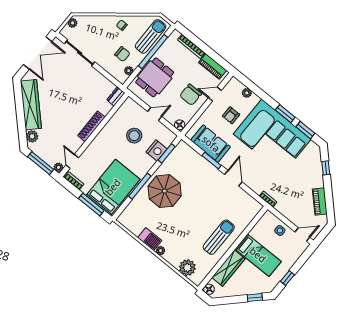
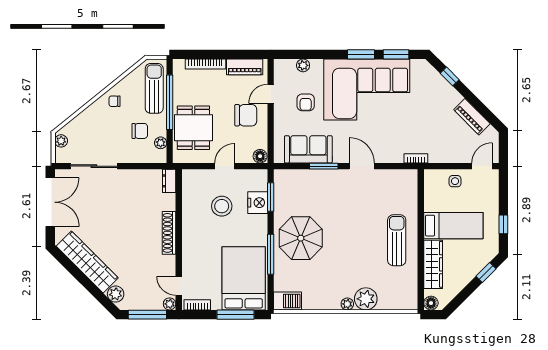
chair: (191, 95) -> (246, 115), turned -90
barbecue: (150, 239) -> (288, 301), moved
plant: (187, 268) -> (366, 299), moved

